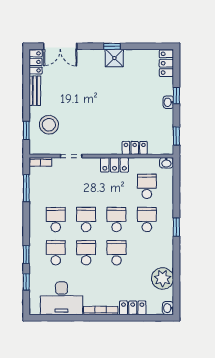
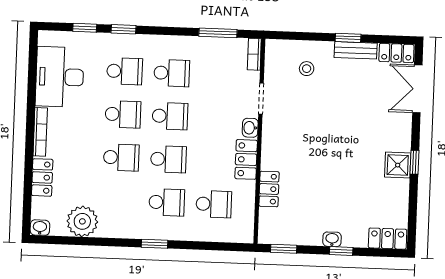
stool: (49, 125) -> (307, 69), width x0.53, depth x0.53
window: (26, 130) -> (348, 38), moved
washbasin: (166, 163) -> (250, 128), moved

